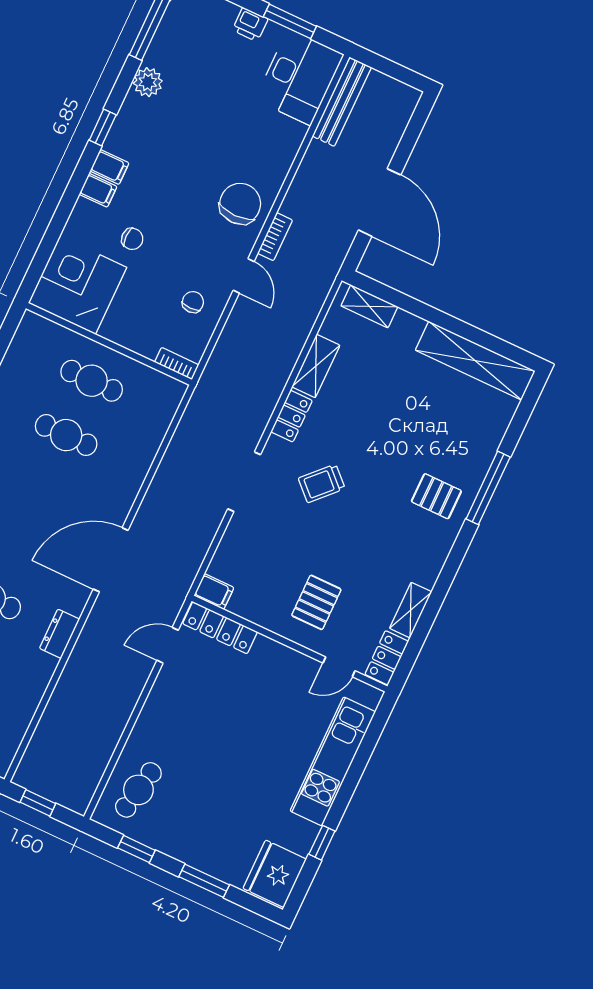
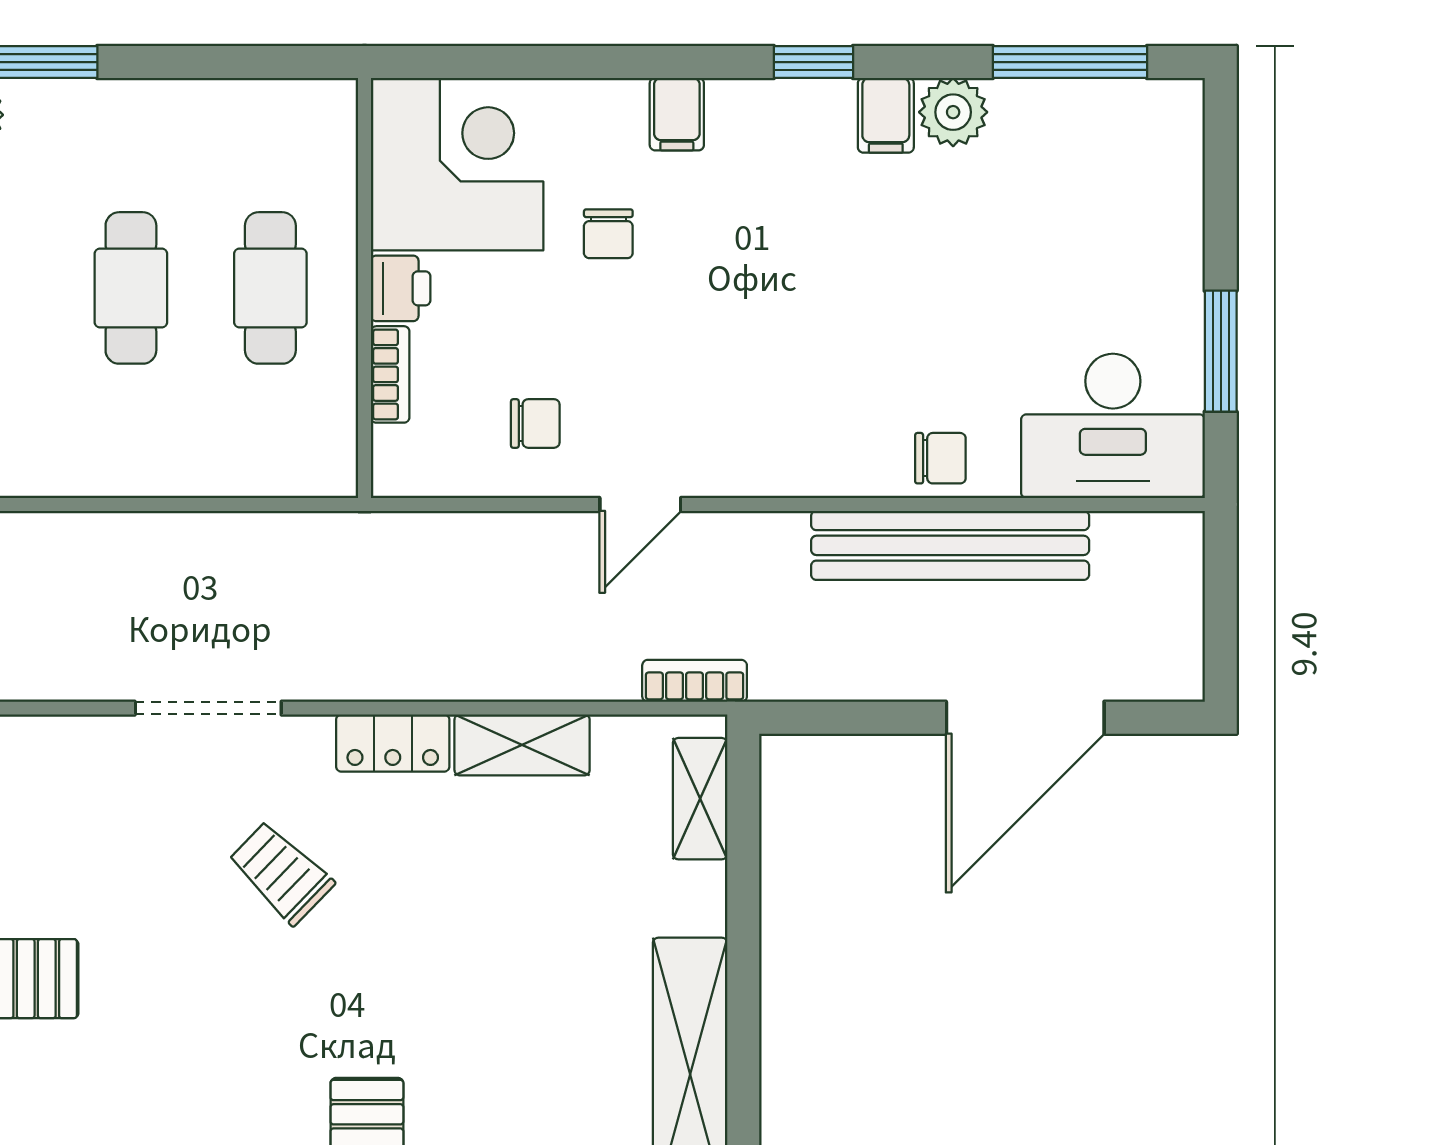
printer: (250, 25) -> (401, 288), moved, turned 180
bench: (342, 102) -> (950, 545), moved, width x1.37, depth x1.21
filing cabinet: (110, 167) -> (886, 115), moved
door: (380, 202) -> (1025, 718), moved
chair: (240, 204) -> (940, 458), moved, width x0.54, depth x0.54
bookcase: (275, 237) -> (695, 681), moved, turned 180
bookcase: (177, 364) -> (390, 374), moved

